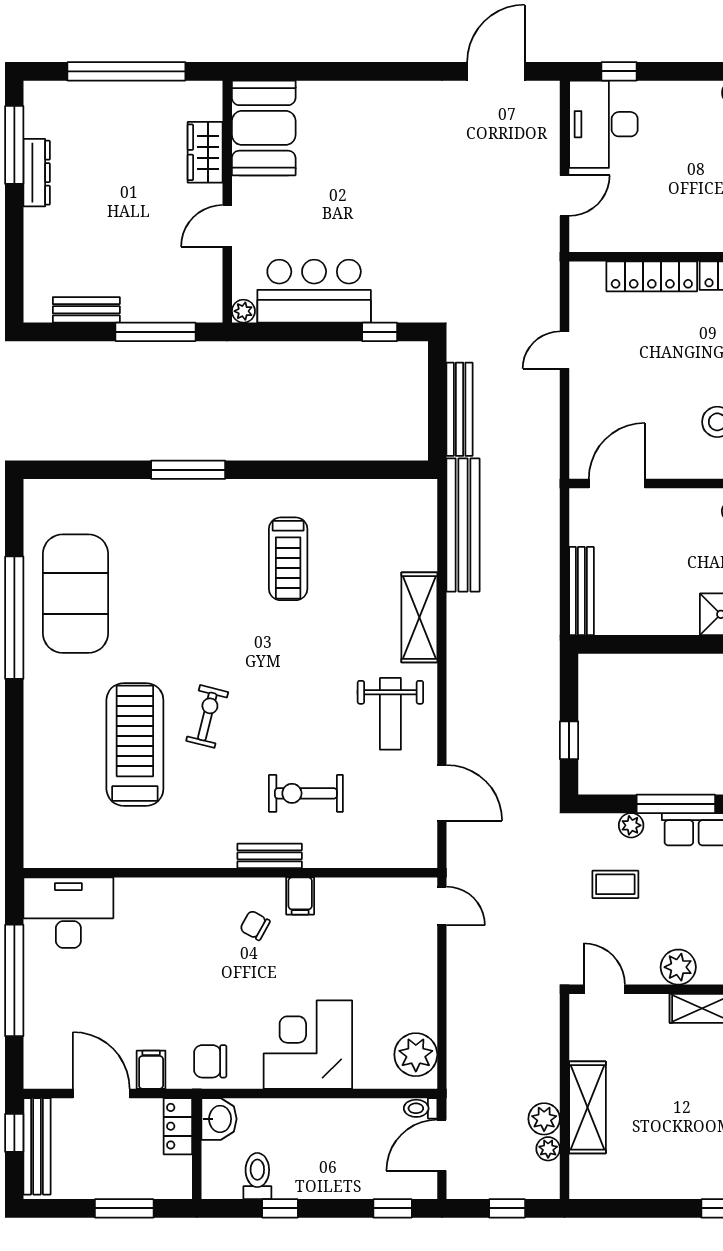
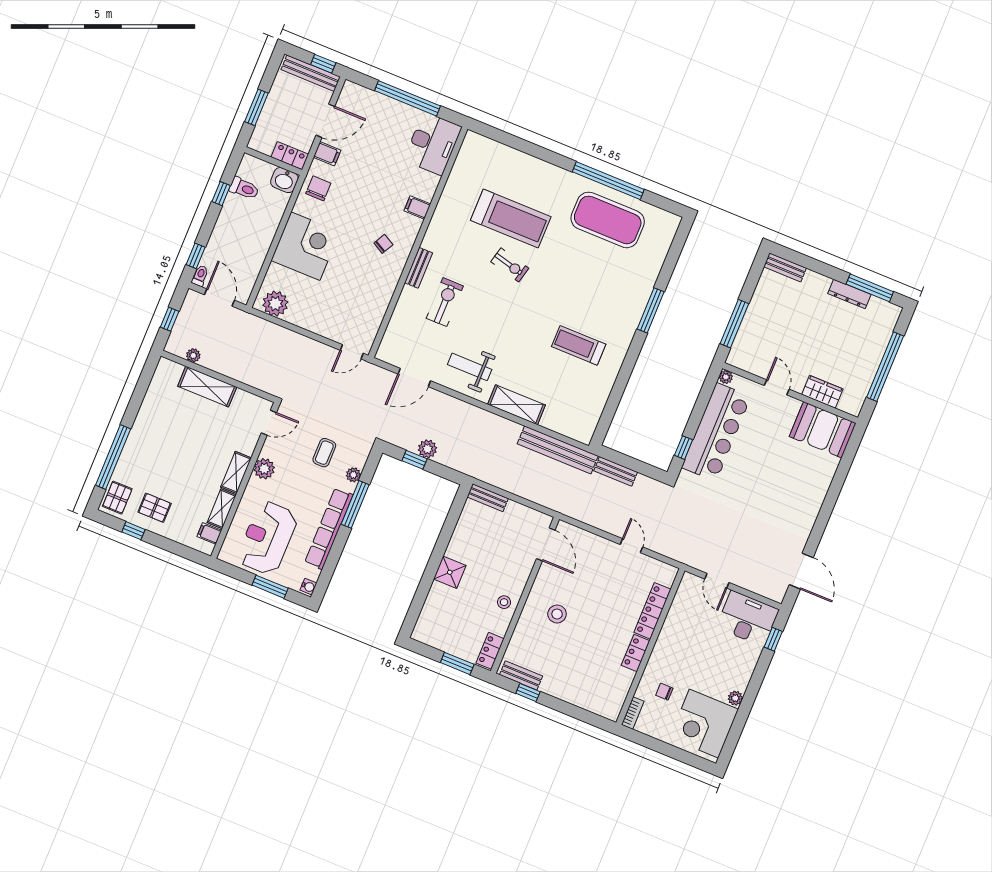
bar counter: (314, 291) -> (716, 432), width x1.36
bench: (86, 310) -> (785, 267), moved, turned 90
bench: (460, 409) -> (616, 471), width x0.73
bench: (581, 591) -> (488, 498), width x0.73
filing cabinet: (300, 896) -> (417, 207), moved
toilet: (421, 1108) -> (200, 276), moved
plant: (544, 1119) -> (427, 449), moved

